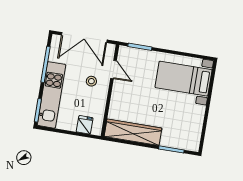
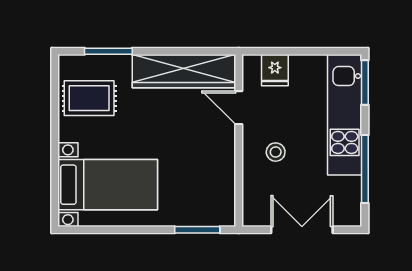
double door: (84, 38) -> (302, 230), width x0.73
door: (113, 70) -> (239, 108), moved
rug: (186, 126) -> (89, 98), added

